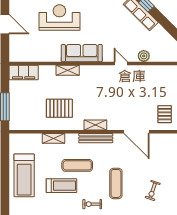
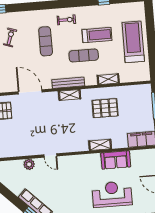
reception desk: (59, 17) -> (112, 194), turned 180
sofa: (82, 53) -> (116, 160), moved, width x0.73
treadmill: (61, 186) -> (97, 35), turned 180

